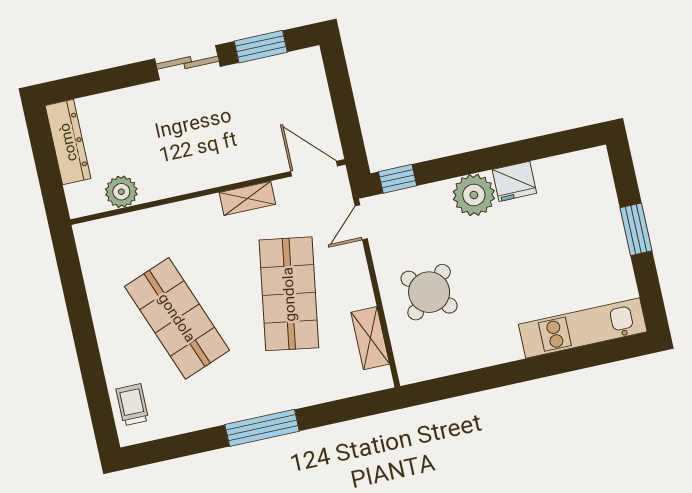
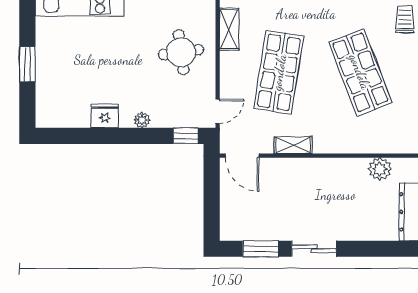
plant: (474, 195) -> (142, 120), width x0.53, depth x0.53
round table: (429, 292) -> (181, 52), turned 36
trolley: (132, 405) -> (405, 19), turned 180

